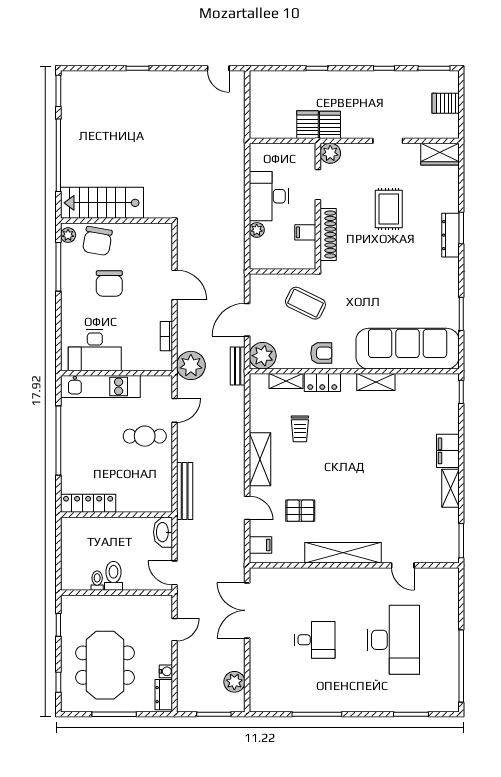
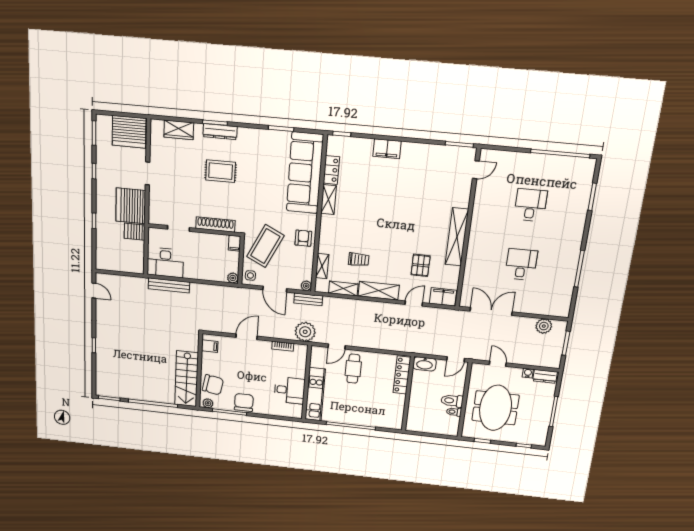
door: (218, 68) -> (94, 291), hinge flipped
server rack: (446, 103) -> (129, 132), width x2.18, depth x1.44
server rack: (330, 125) -> (131, 206), width x2.18, depth x1.44
plant: (330, 153) -> (156, 217), removed
wardrobe: (440, 154) -> (179, 130), moved, turned 90
desk: (269, 196) -> (165, 263), moved
rug: (389, 209) -> (220, 171), moved
plant: (257, 230) -> (233, 278), moved
filing cabinet: (305, 232) -> (235, 243), moved
filing cabinet: (155, 234) -> (210, 346), added
chair: (109, 283) -> (244, 402), moved, turned -90
side table: (263, 285) -> (250, 275), added
coffee table: (305, 303) -> (265, 246), width x1.36, depth x1.32
desk: (95, 350) -> (290, 390), width x0.73
plant: (263, 356) -> (306, 286), width x0.53, depth x0.53
locker: (322, 383) -> (331, 170), moved
door: (175, 410) -> (337, 346), swing flipped
shelving: (450, 488) -> (343, 288), moved
bench: (185, 491) -> (169, 285), moved
locker: (88, 503) -> (402, 375), moved
filing cabinet: (260, 545) -> (443, 297), width x2.00
door: (403, 565) -> (476, 170), moved
double door: (247, 610) -> (491, 311), swing flipped
desk: (393, 640) -> (530, 205), width x0.53, depth x0.77
meeting table: (105, 665) -> (495, 408), moved, turned 90

